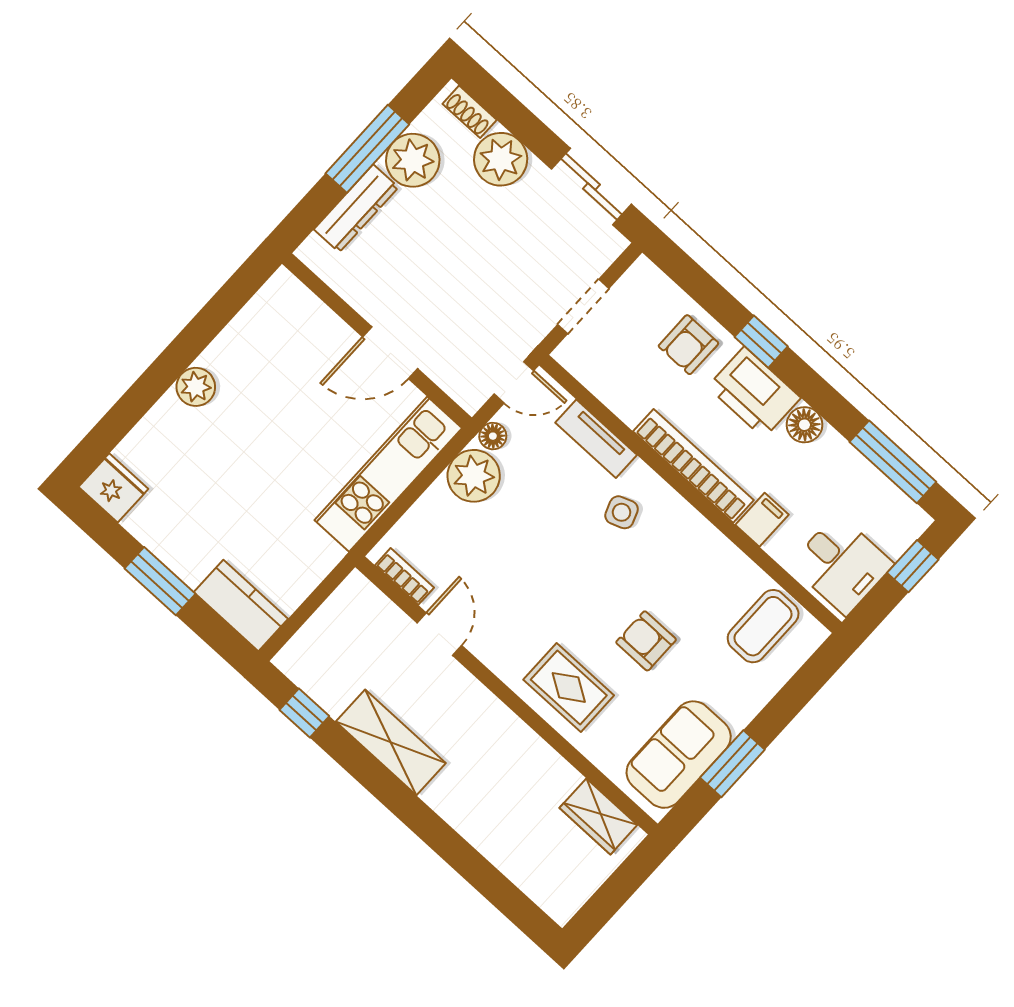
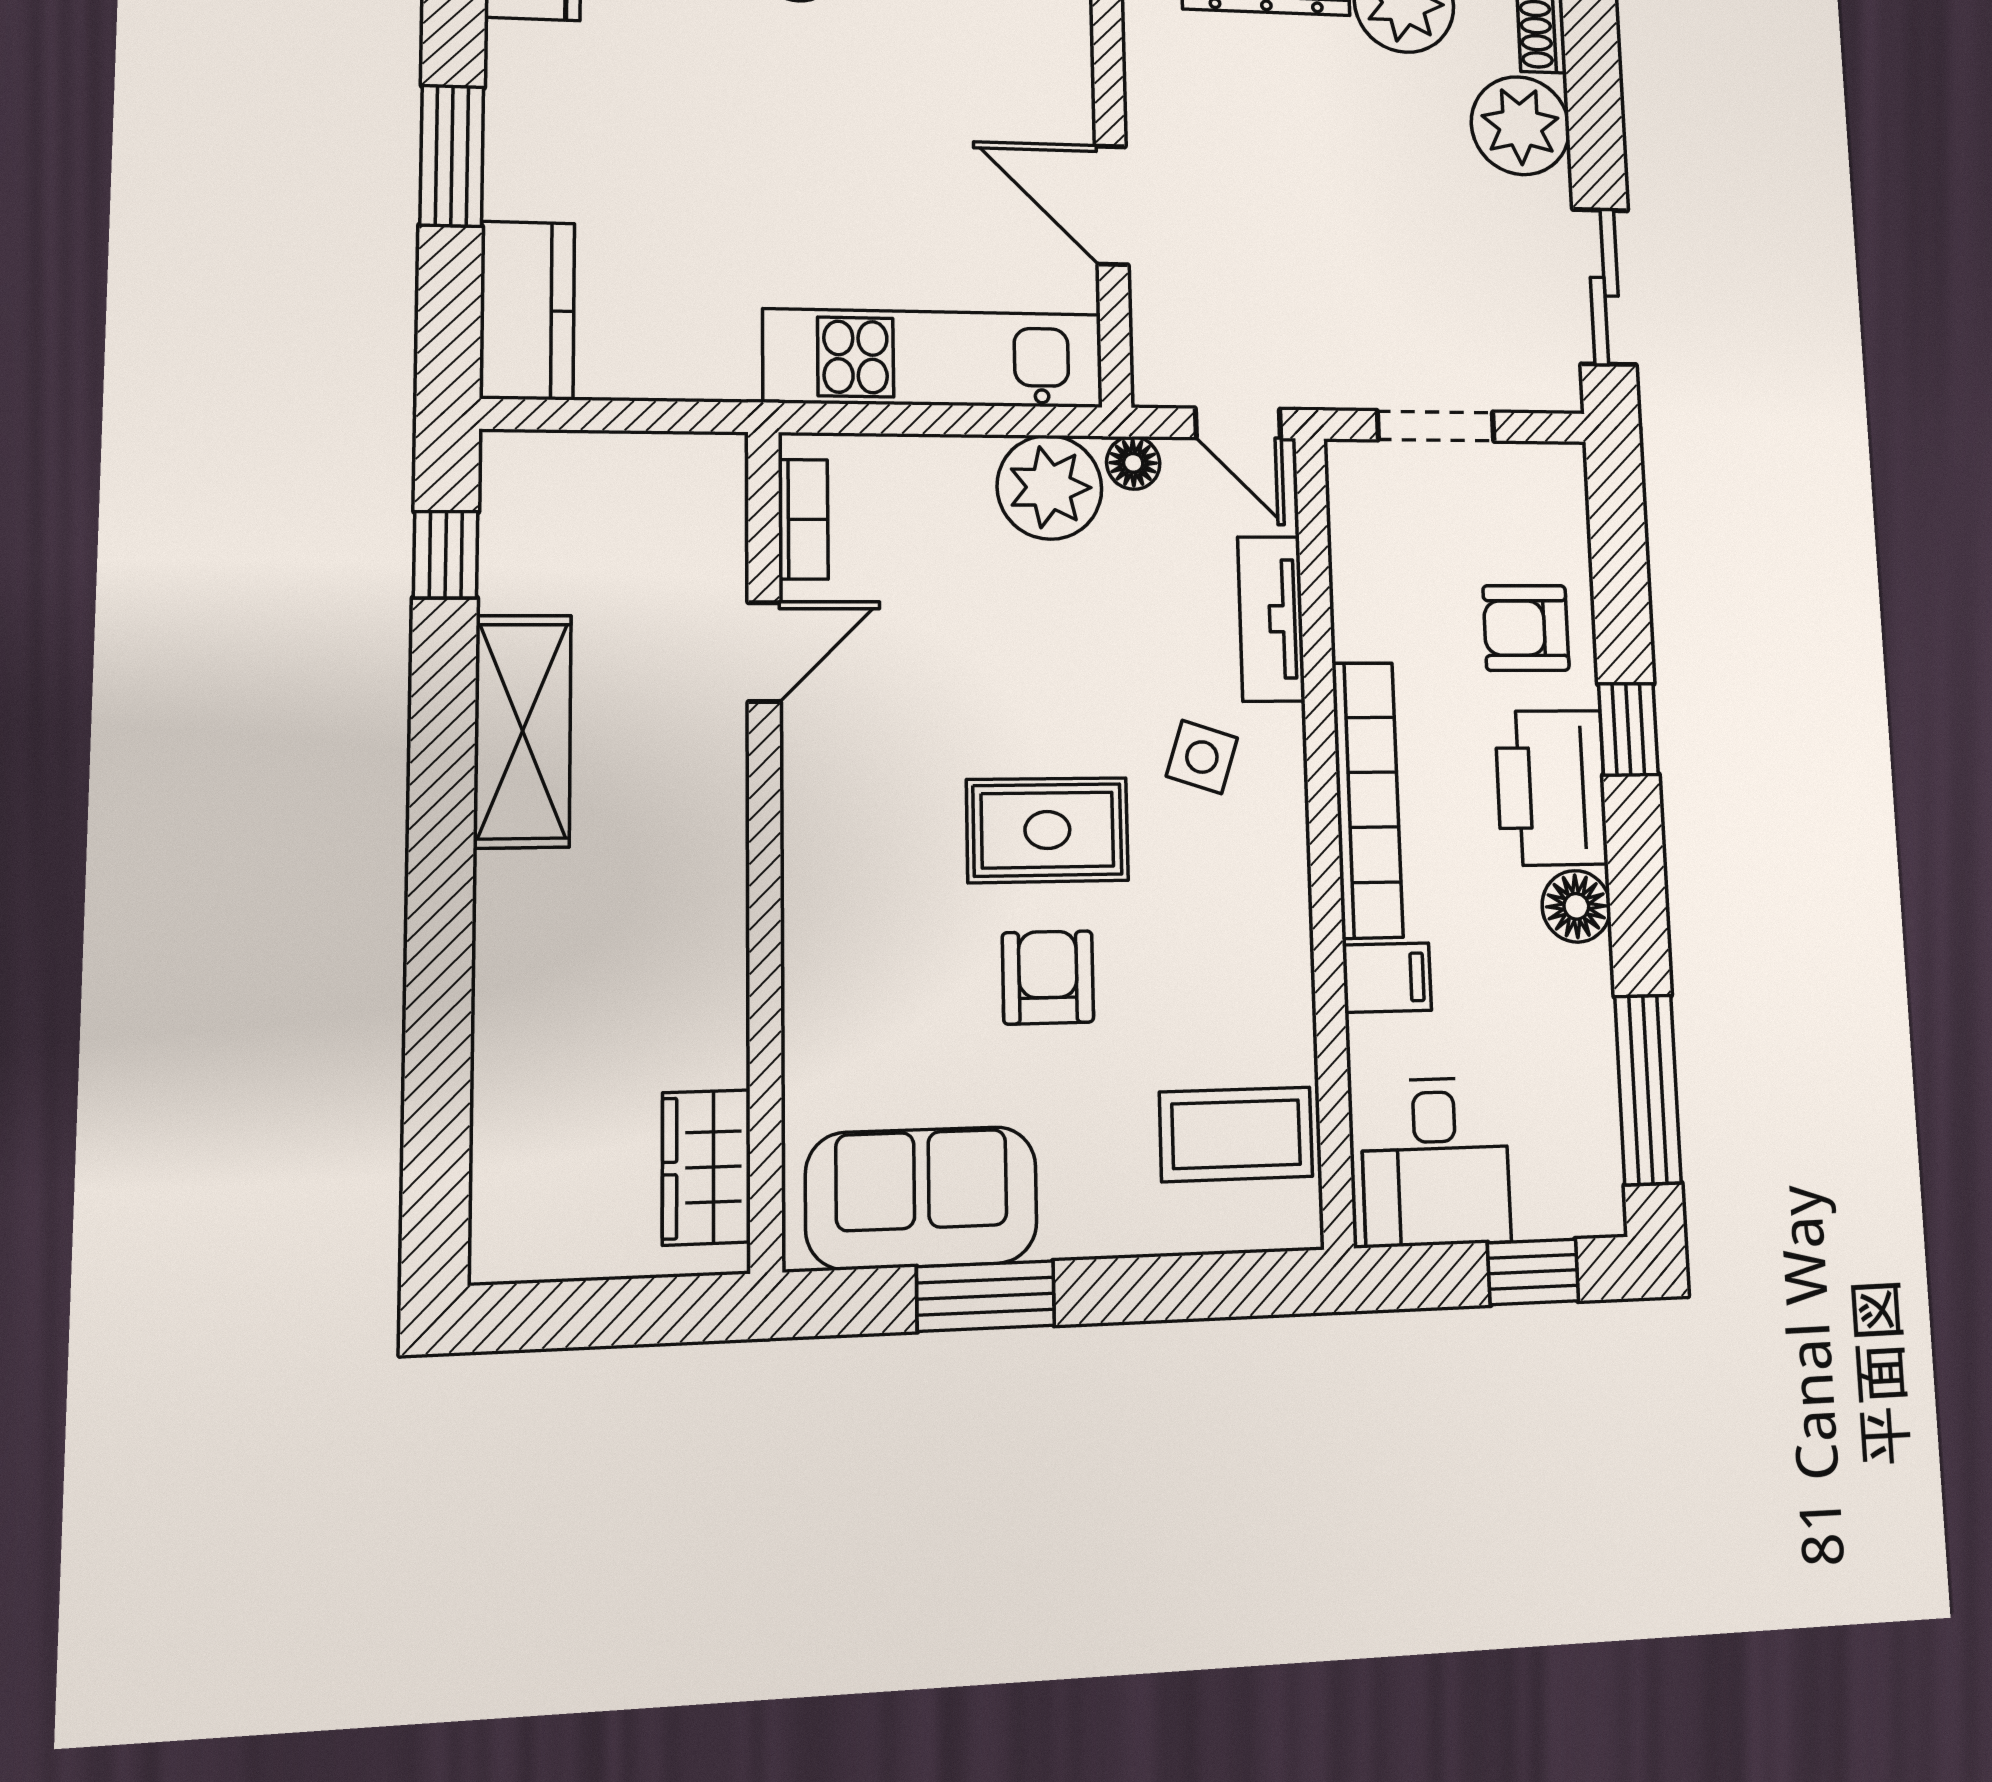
side table: (622, 512) -> (1202, 757), turned 38
rug: (569, 687) -> (1047, 830), moved, turned 90

